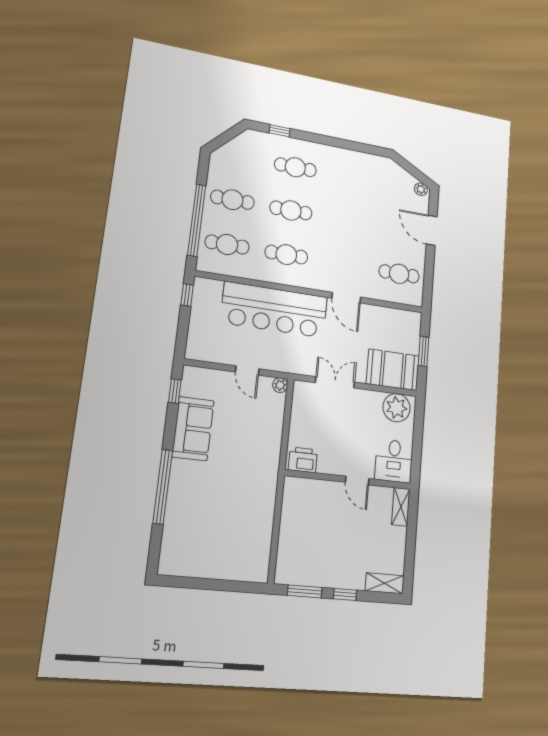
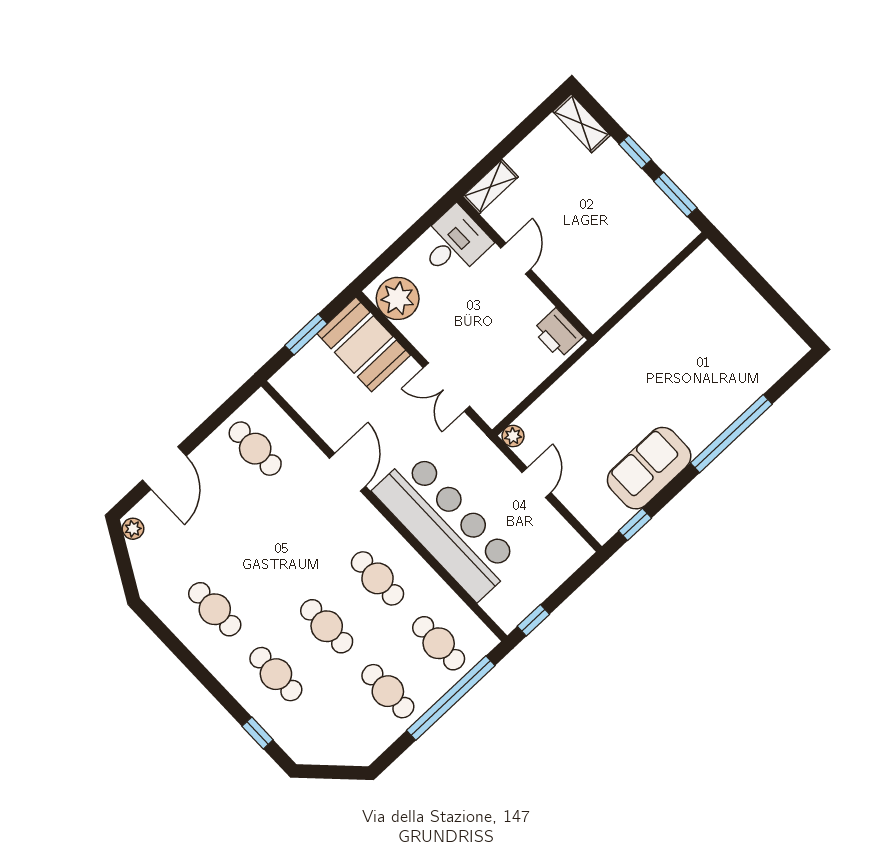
cafe table: (351, 178) -> (215, 609), added

